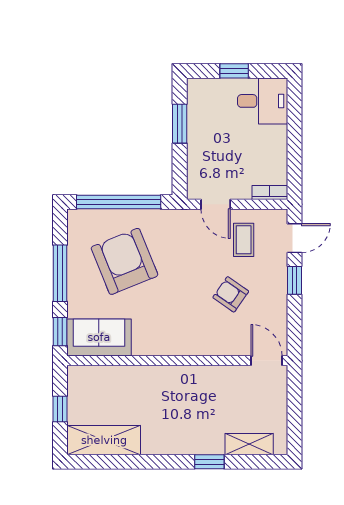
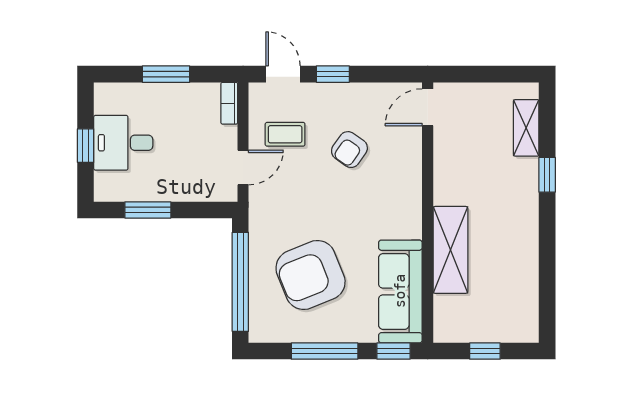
desk: (263, 101) -> (123, 143), moved, turned -90
window: (295, 139) -> (166, 74), added
sofa: (99, 337) -> (400, 291), width x1.36
shelving: (104, 440) -> (450, 250), moved

